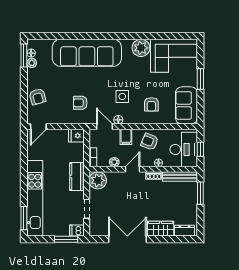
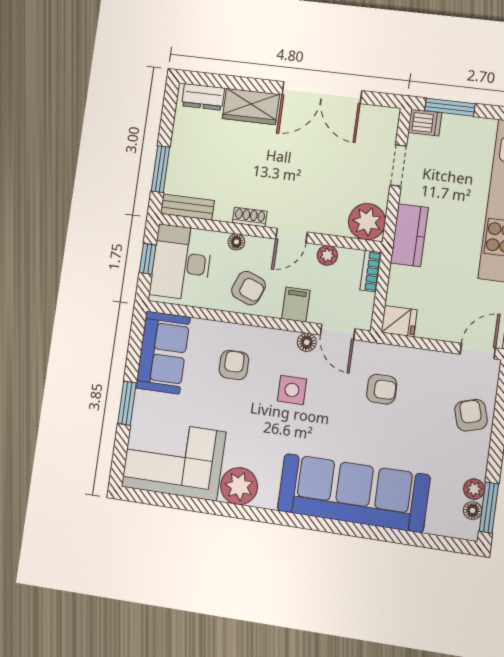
bench: (180, 177) -> (187, 207), width x0.73

